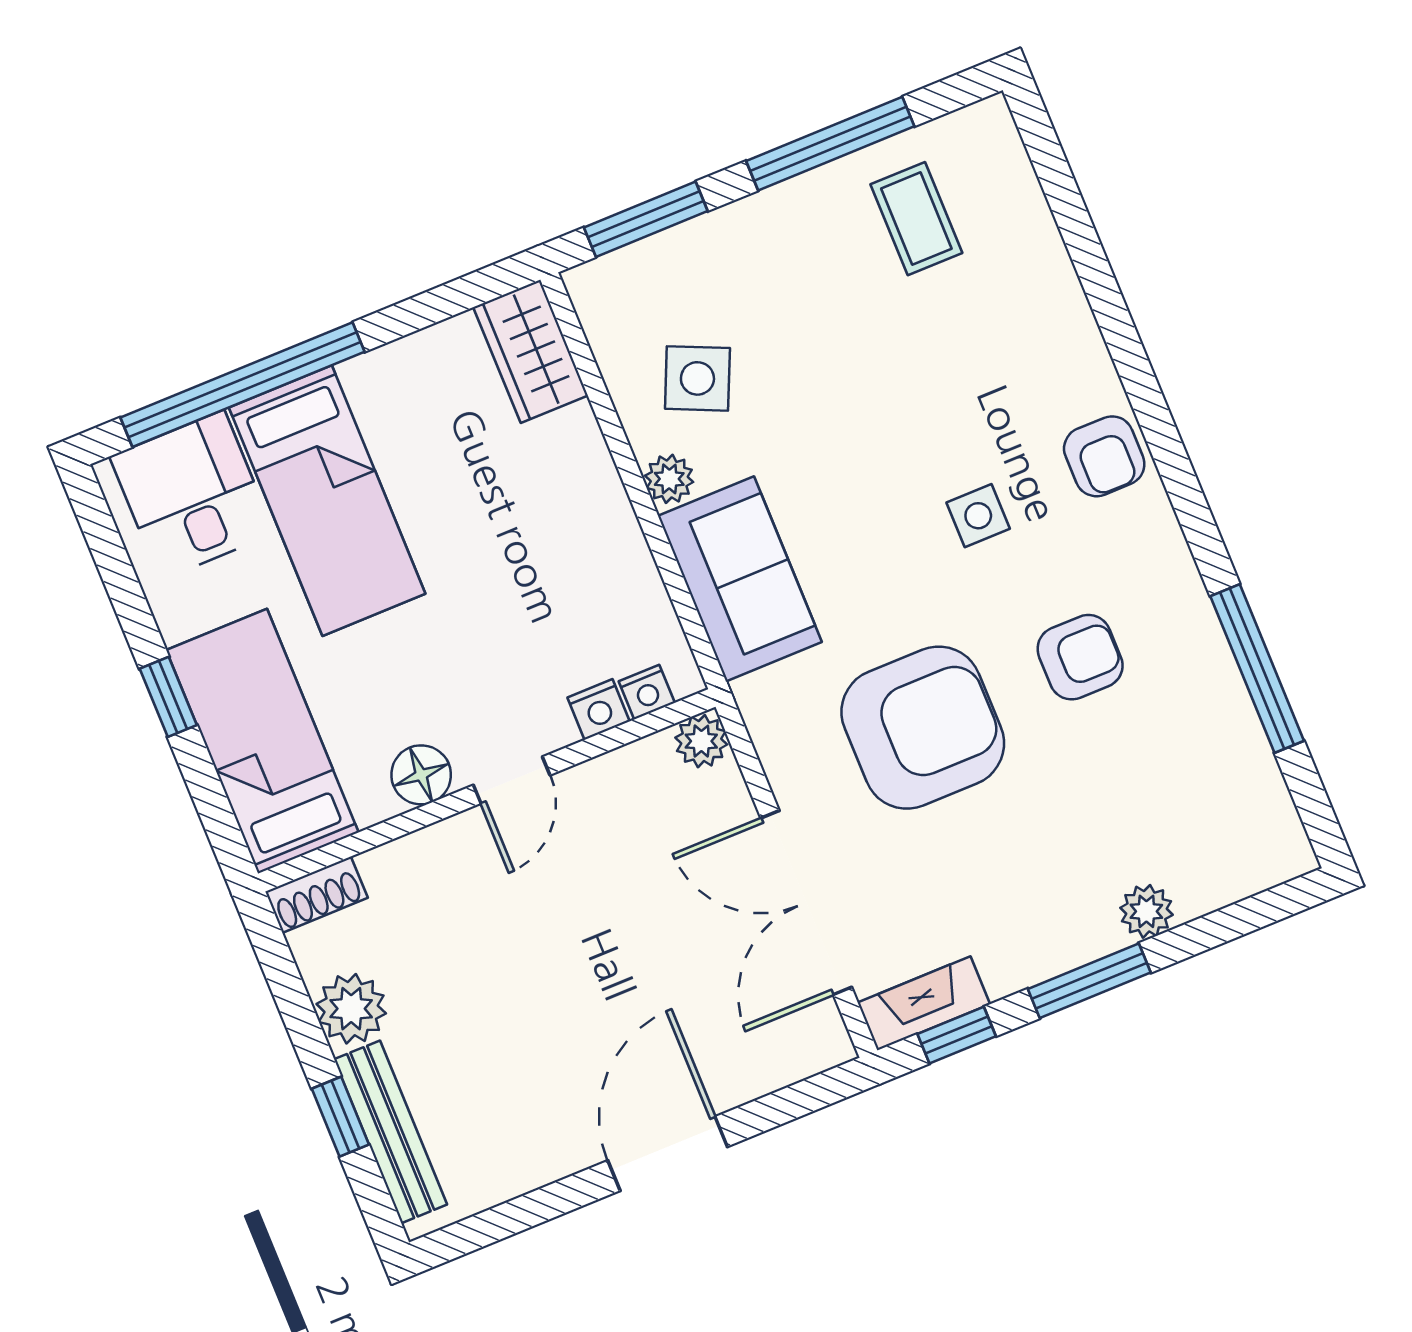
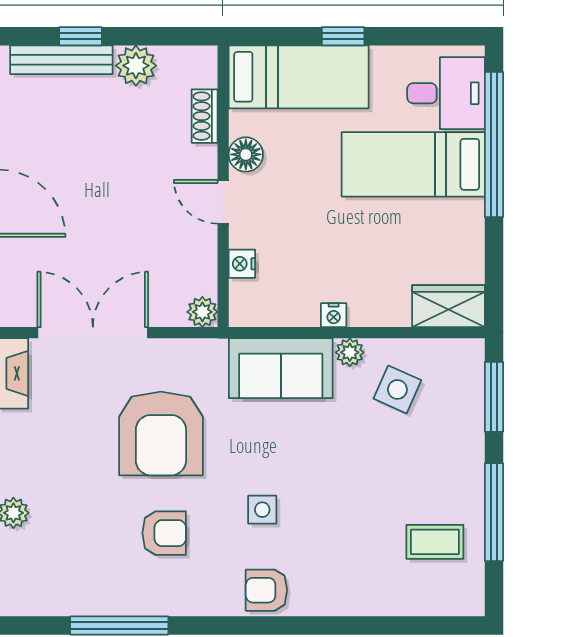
armchair: (1080, 657) -> (164, 533), turned -90
nightstand: (647, 692) -> (334, 315), moved, turned -90
shoe rack: (316, 895) -> (205, 116), moved

